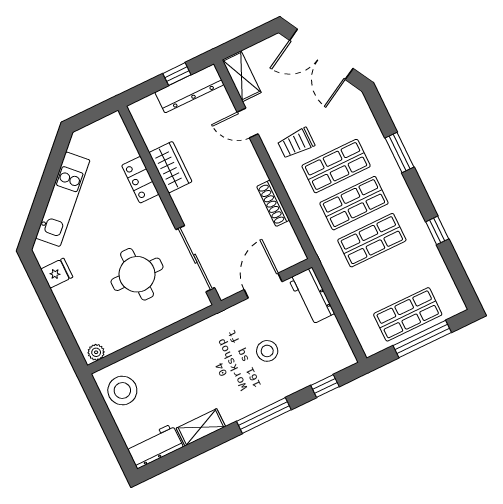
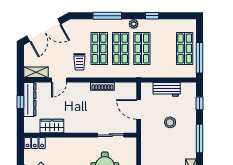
window: (400, 152) -> (107, 16), width x1.44
wardrobe: (171, 167) -> (52, 126), moved
locker: (140, 180) -> (35, 143), moved
plant: (407, 205) -> (134, 24), added
sliding door: (195, 259) -> (111, 135), width x0.73
workbench: (311, 296) -> (167, 89), moved
window: (422, 339) -> (199, 58), moved

